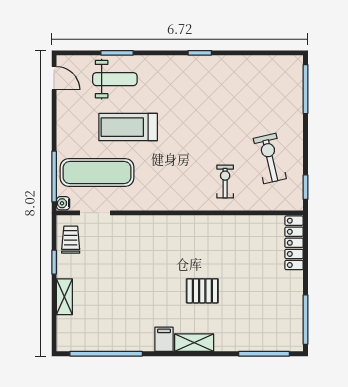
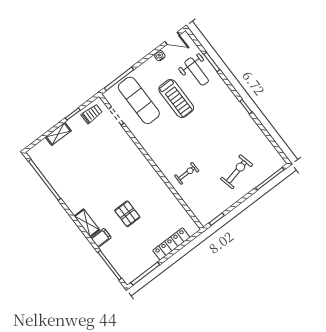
door: (54, 78) -> (172, 38), hinge flipped
treadmill: (128, 127) -> (176, 98), turned 180
exercise bike: (270, 158) -> (237, 172), moved
water cooler: (63, 203) -> (160, 56), moved
locker: (294, 243) -> (171, 244), moved
pallet: (202, 291) -> (127, 214), moved
filing cabinet: (164, 339) -> (101, 238), moved

